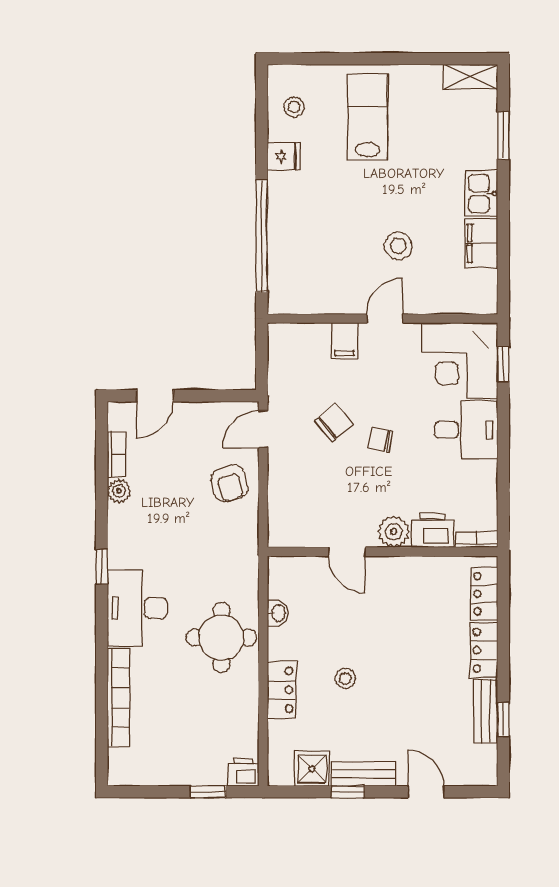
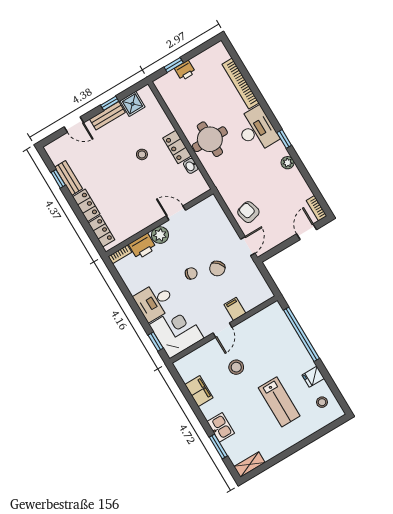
lab bench: (367, 117) -> (279, 402), moved
kitchen sink: (481, 194) -> (221, 427), moved
bookcase: (116, 454) -> (317, 208), moved
plant: (119, 491) -> (288, 163), moved
locker: (282, 690) -> (177, 147), moved
printer: (243, 772) -> (185, 70), moved

